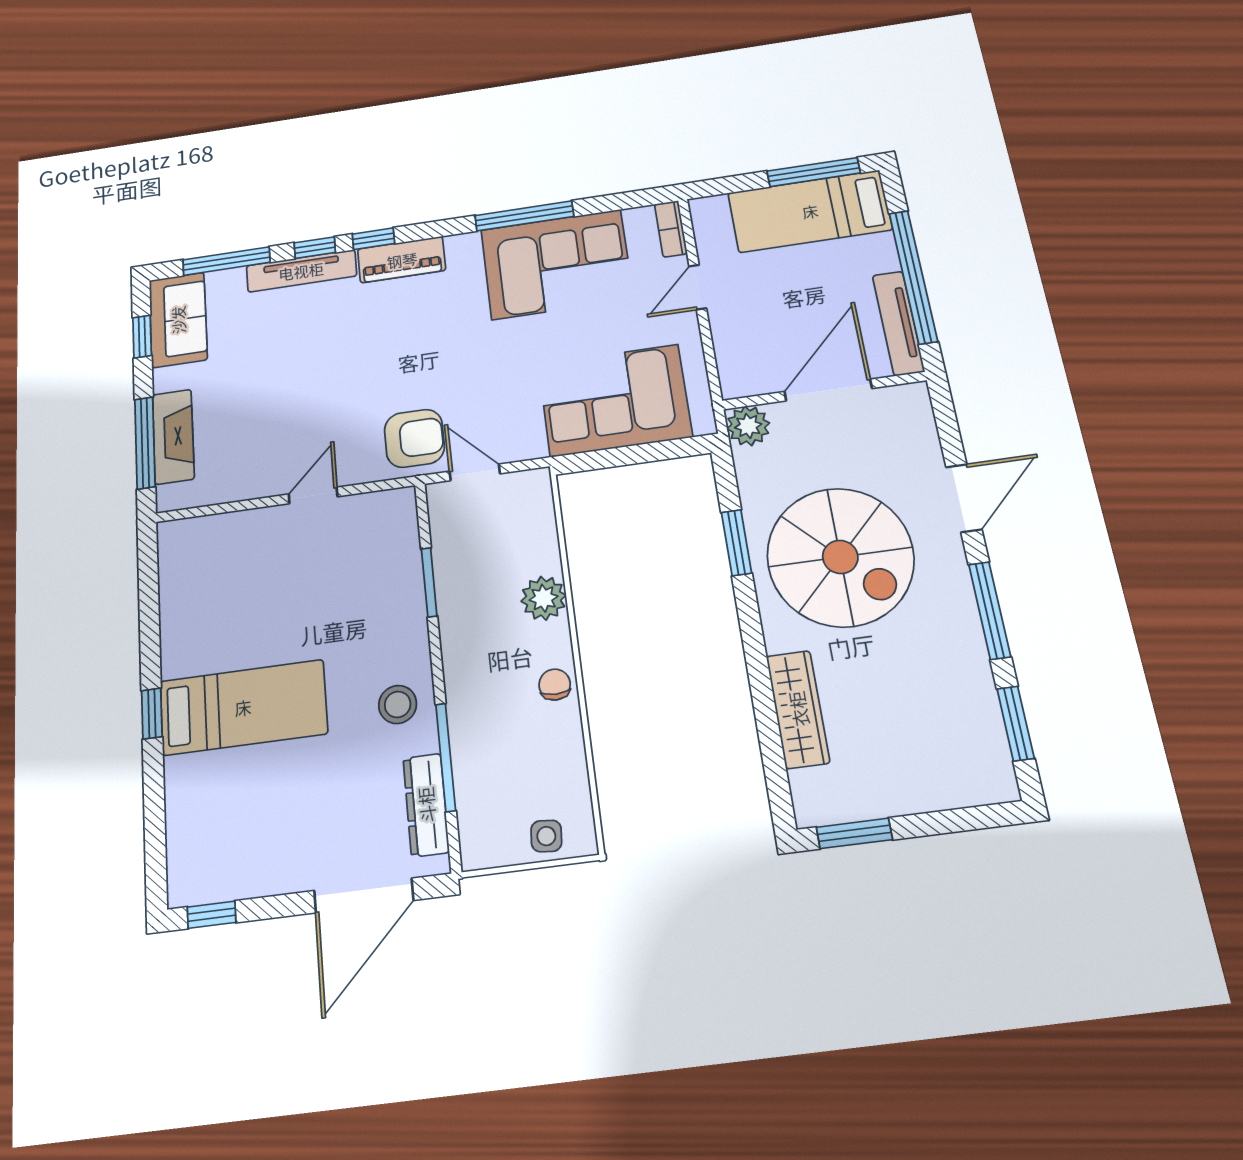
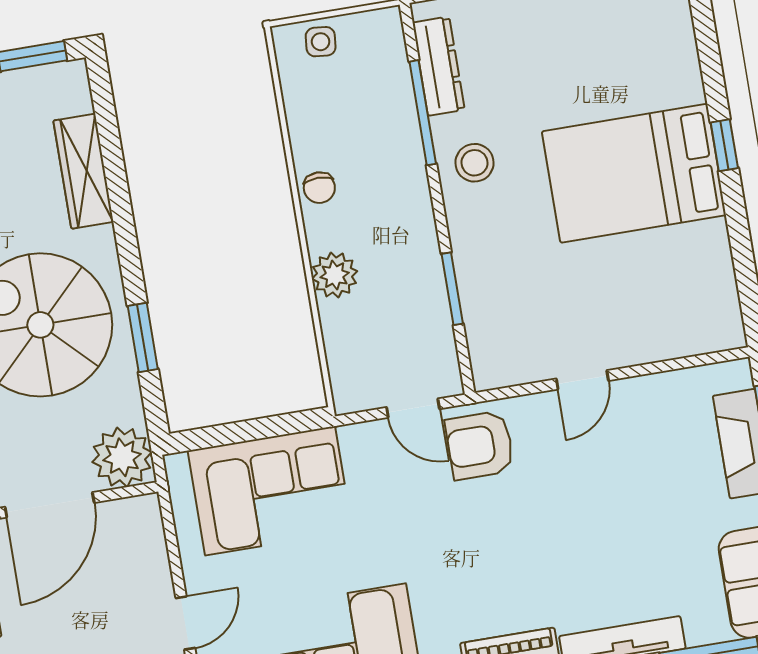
plant: (748, 426) -> (122, 457), width x1.36, depth x1.36
bed: (243, 707) -> (634, 173), width x1.50

